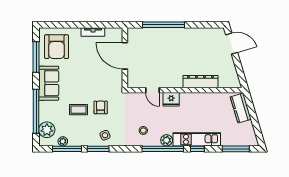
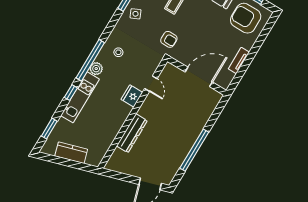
window: (163, 25) -> (194, 150), moved
door: (153, 90) -> (151, 84), swing flipped
armchair: (101, 107) -> (169, 39), moved
kitchen counter: (241, 108) -> (71, 153), moved
window: (236, 149) -> (49, 129), width x0.69

